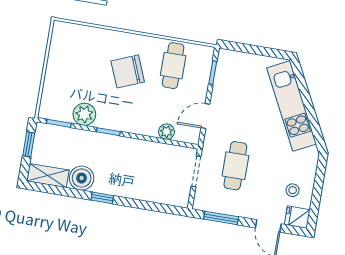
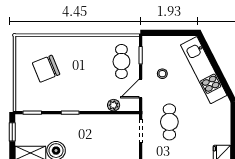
cafe table: (173, 66) -> (121, 62), moved
chair: (128, 71) -> (46, 69), moved
plant: (84, 114) -> (50, 103), removed
stool: (293, 190) -> (162, 74), moved

